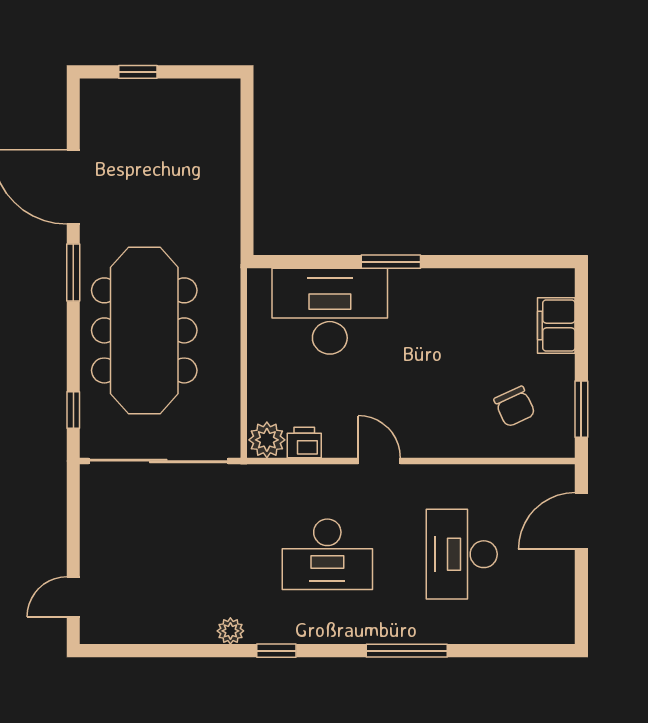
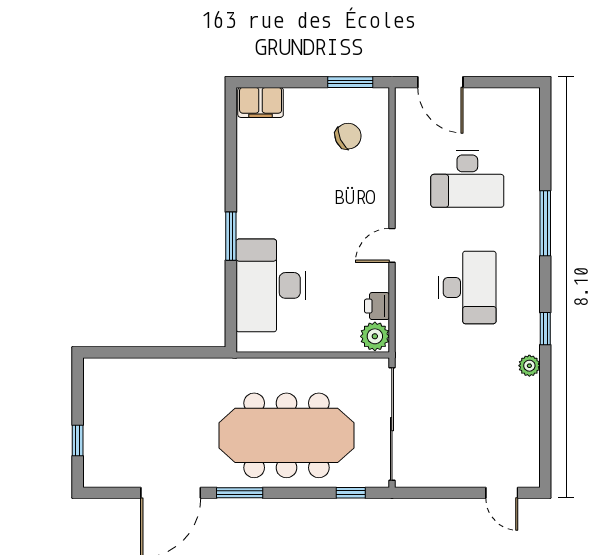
filing cabinet: (556, 325) -> (261, 102), moved

